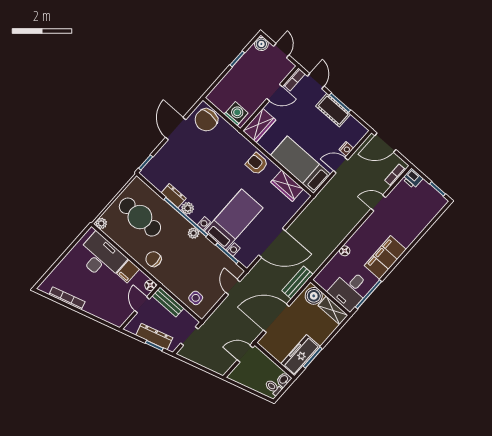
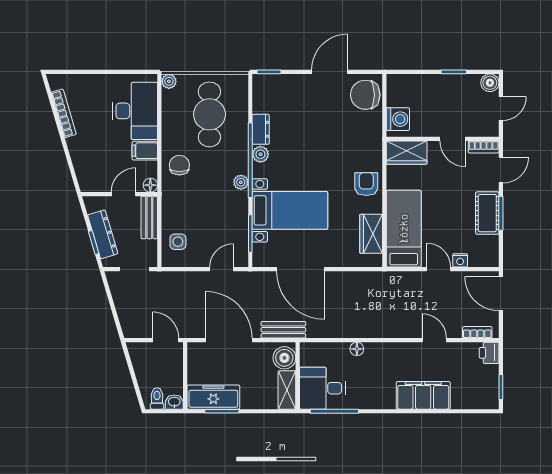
filing cabinet: (385, 257) -> (423, 395), moved

